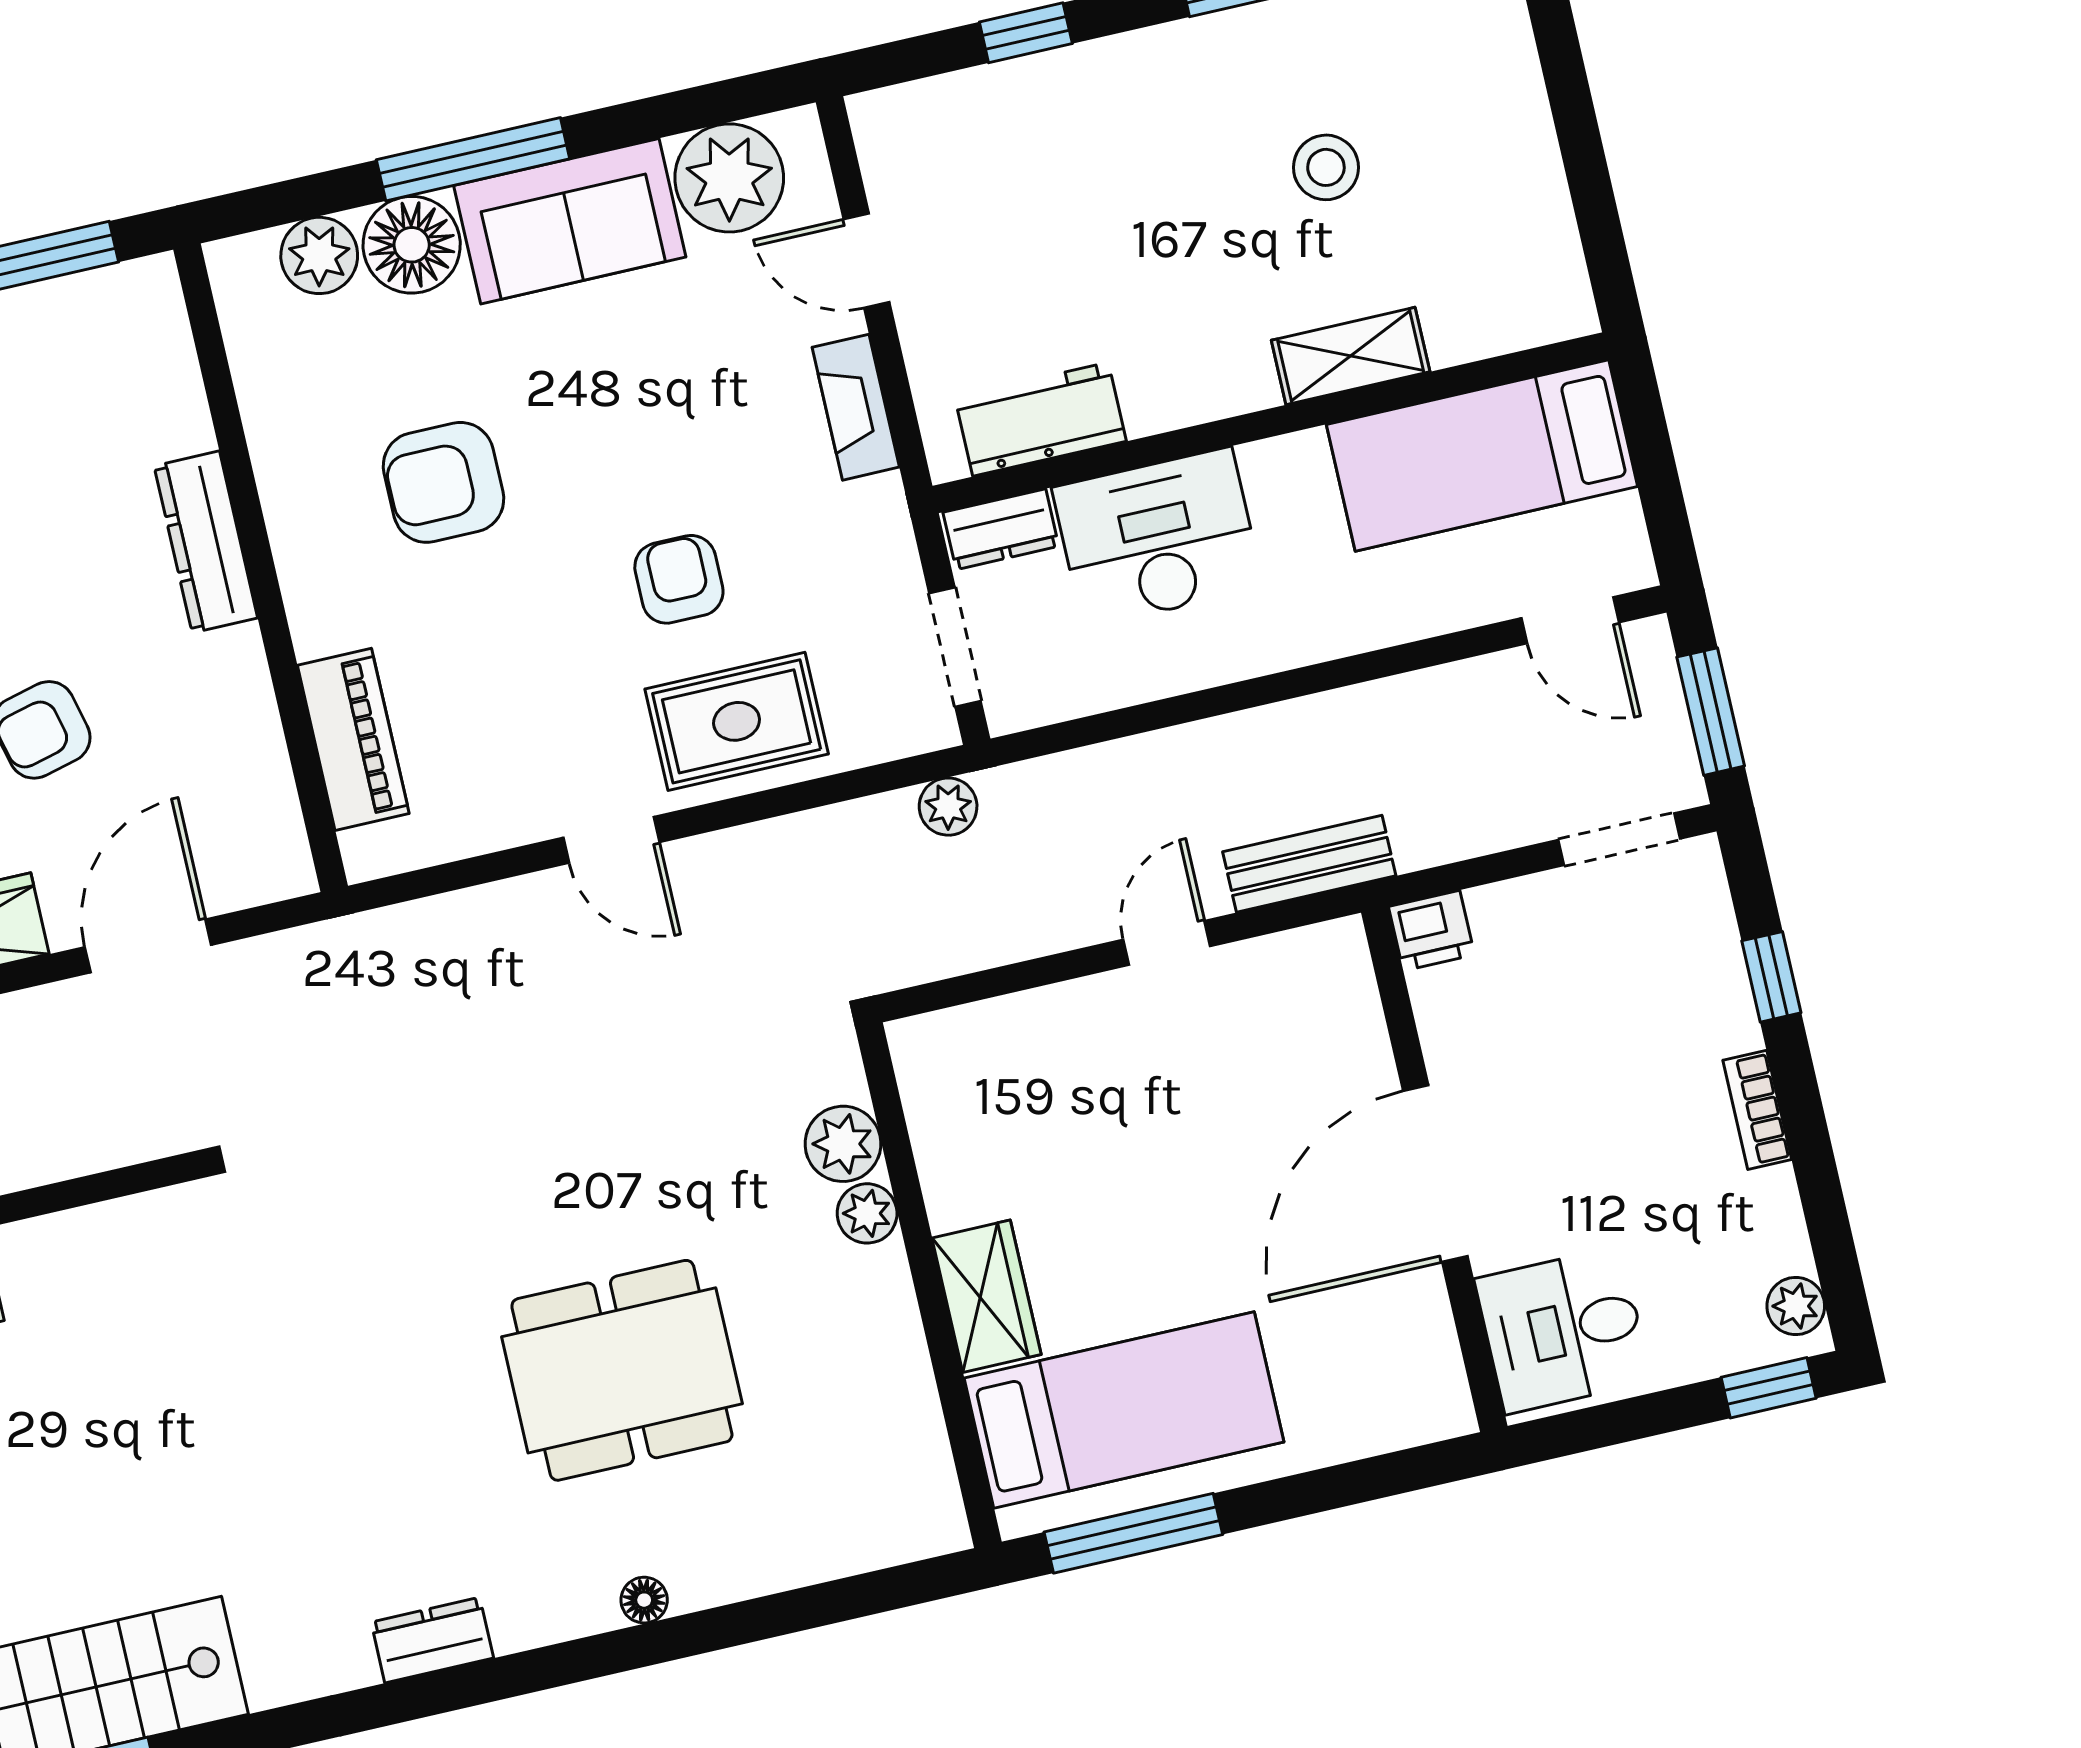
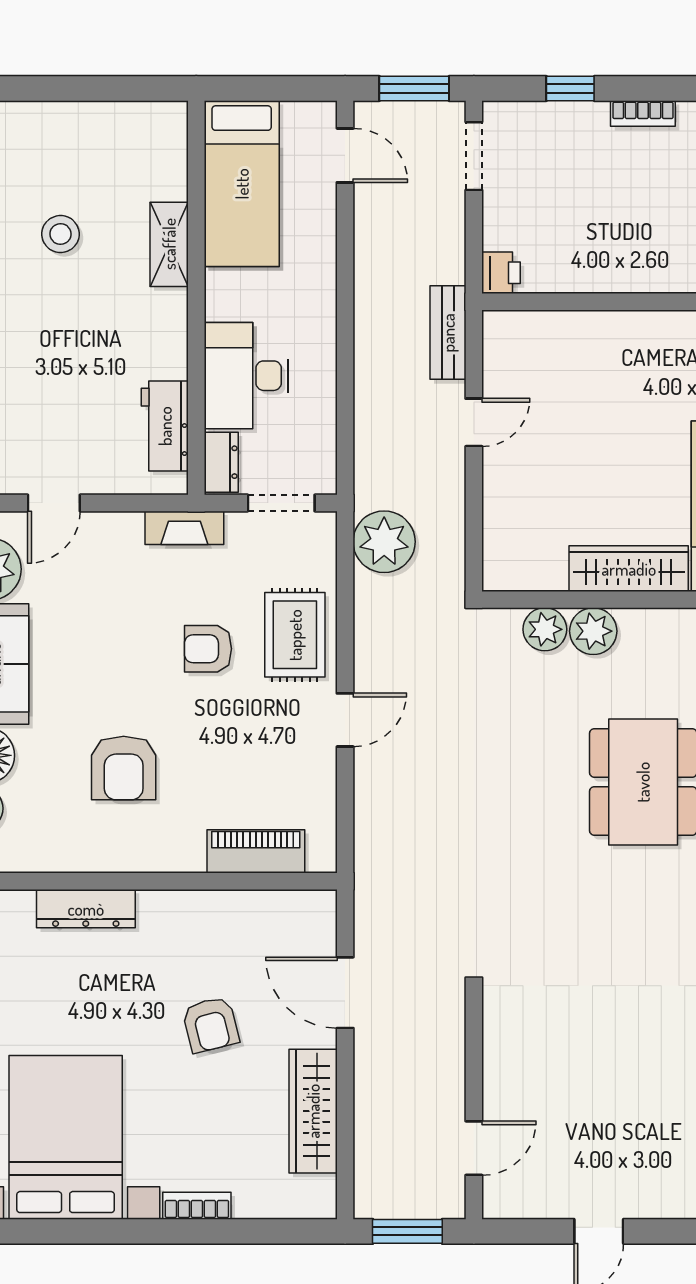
fireplace: (856, 407) -> (184, 528), moved
dresser: (206, 542) -> (86, 909), moved
door: (1570, 620) -> (345, 155), hinge flipped
plant: (948, 807) -> (384, 542), width x1.87, depth x1.87
door: (1167, 943) -> (474, 422), swing flipped
door: (1435, 1174) -> (637, 302), removed
plant: (867, 1213) -> (593, 631), width x1.38, depth x1.38
wardrobe: (987, 1296) -> (629, 569), width x1.50

